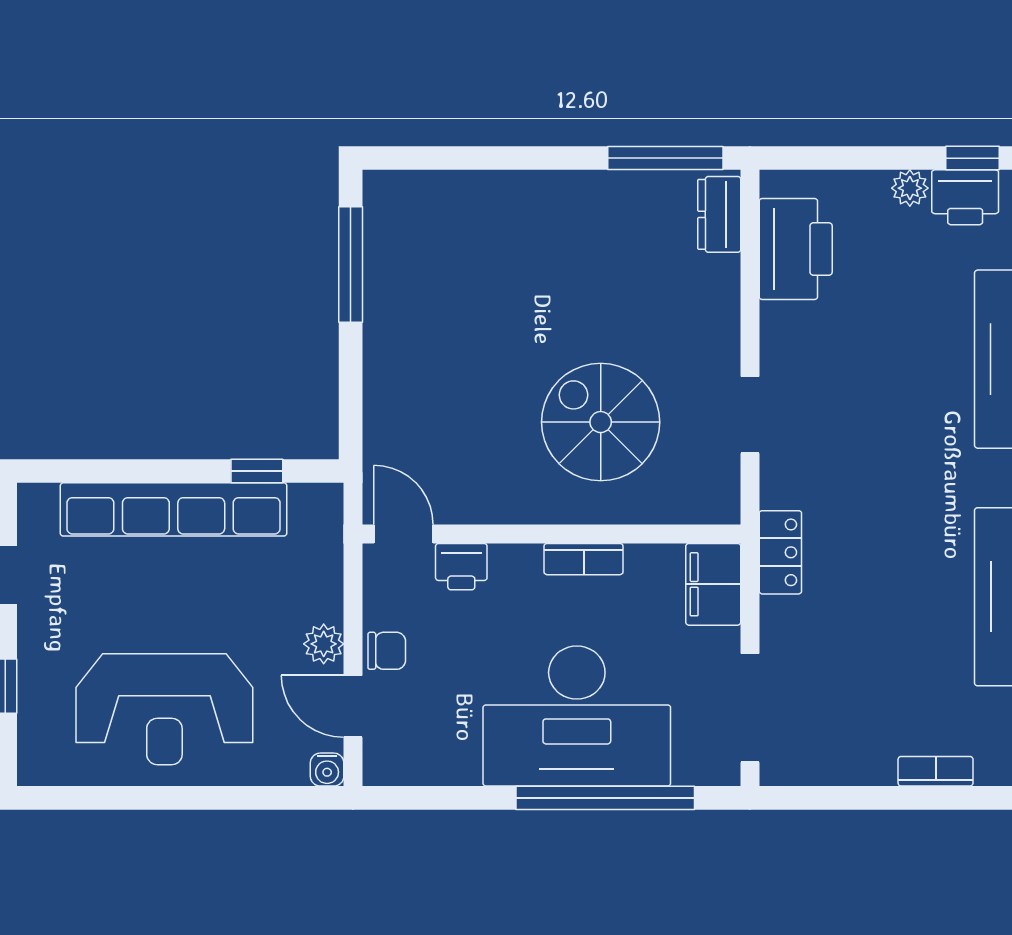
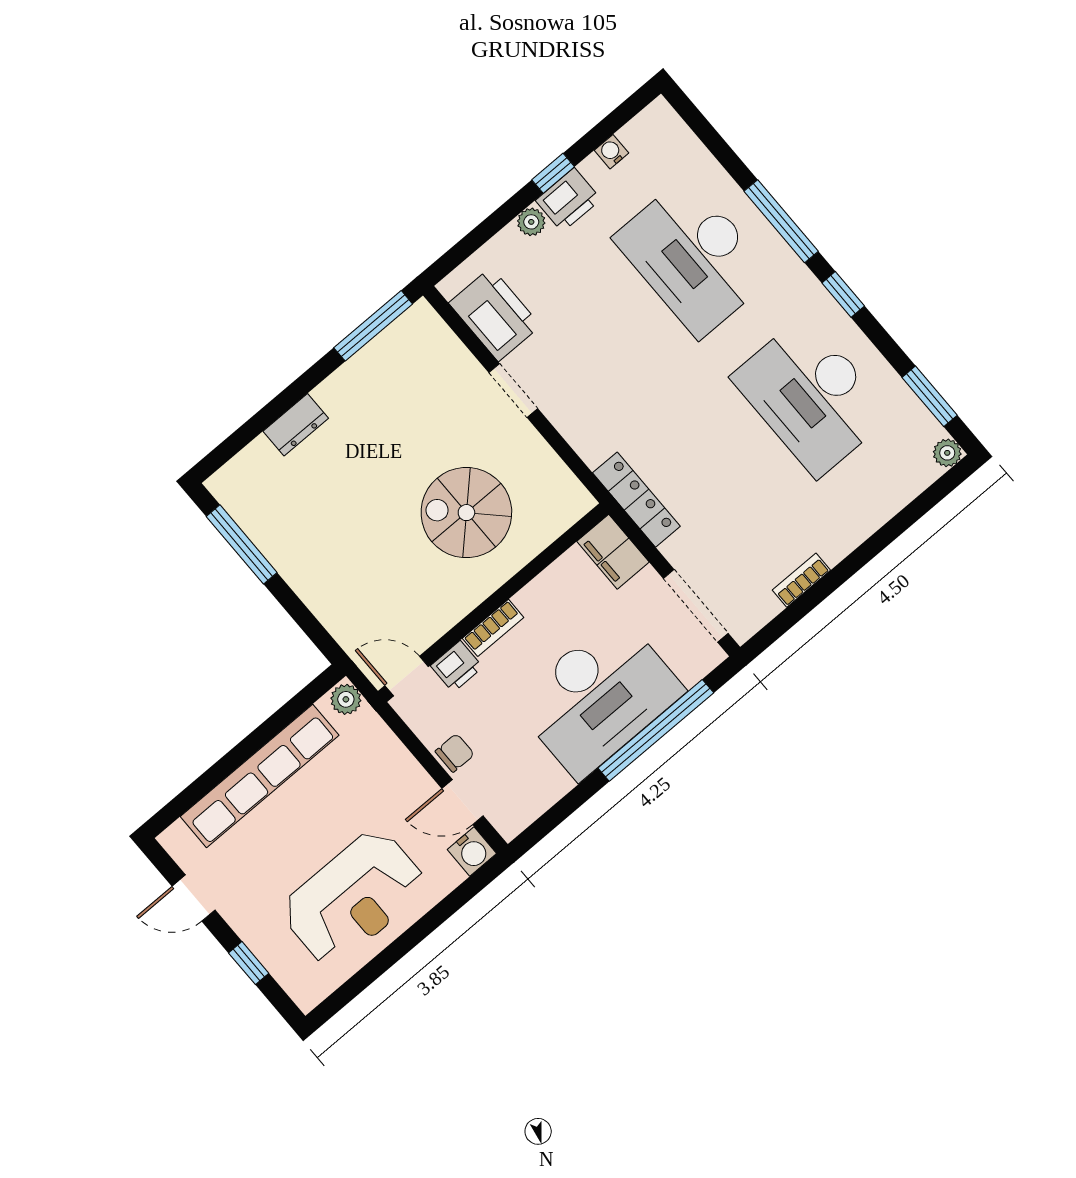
dresser: (719, 214) -> (296, 425), moved, turned -90
doorway: (750, 415) -> (513, 391), moved
window: (257, 471) -> (289, 712), removed
locker: (780, 552) -> (636, 500), width x1.53
bookcase: (584, 559) -> (493, 628), moved
plant: (324, 644) -> (346, 699), moved
water cooler: (327, 770) -> (472, 851), width x1.38, depth x1.38
bookcase: (936, 771) -> (801, 580), moved

